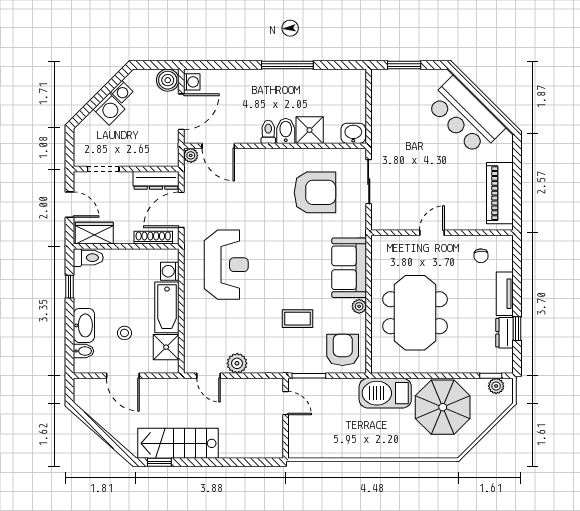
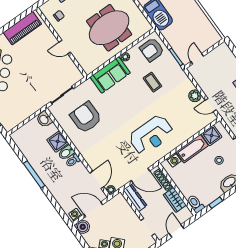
wardrobe: (94, 233) -> (175, 200), moved
reception desk: (226, 265) -> (151, 135), turned 180
door: (208, 376) -> (211, 105), swing flipped

